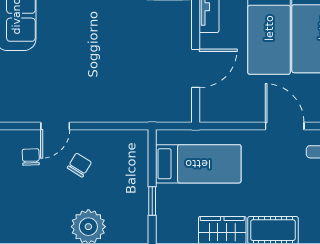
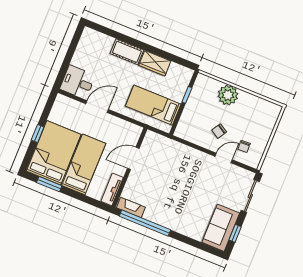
door: (285, 126) -> (97, 107), swing flipped

